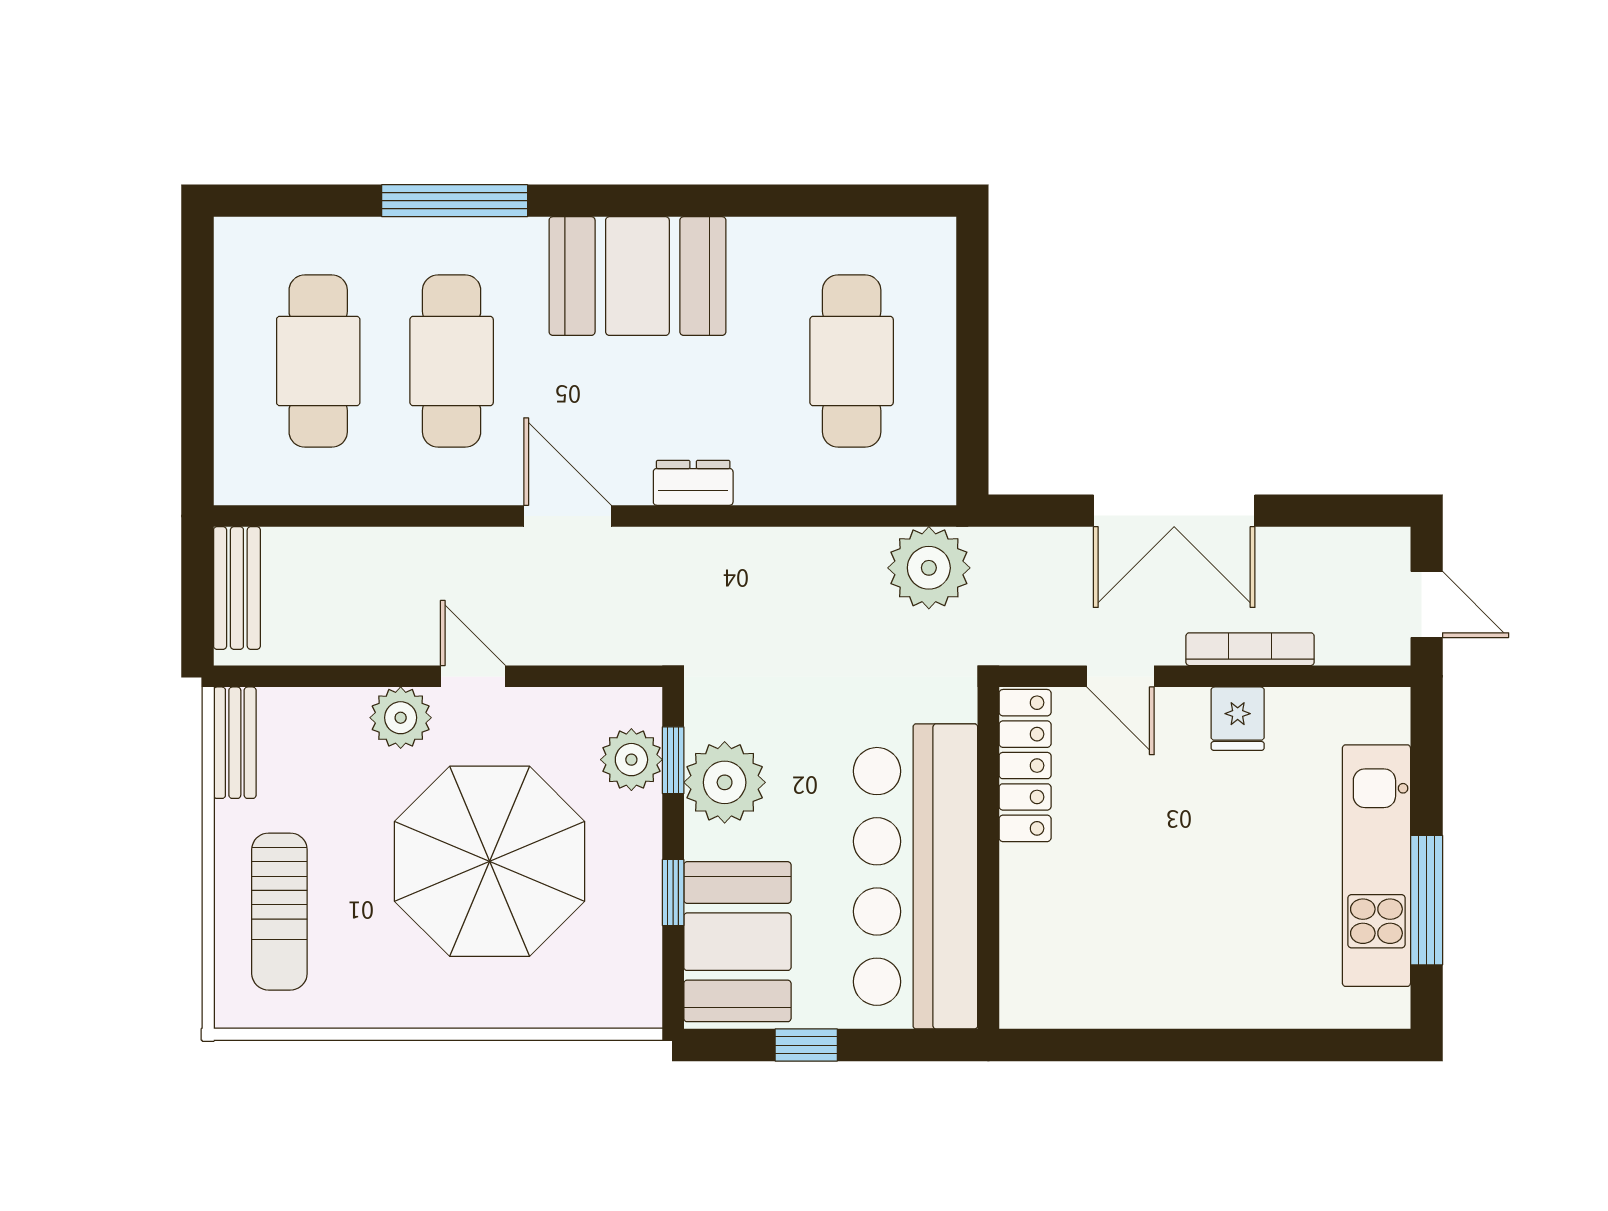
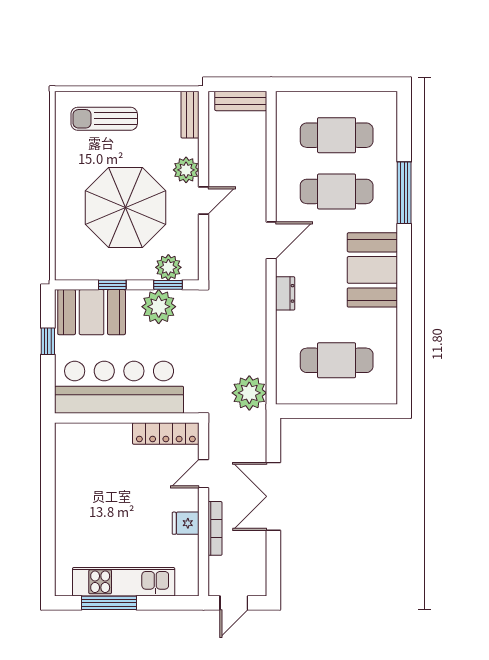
bench: (235, 743) -> (190, 115), moved, turned 90

